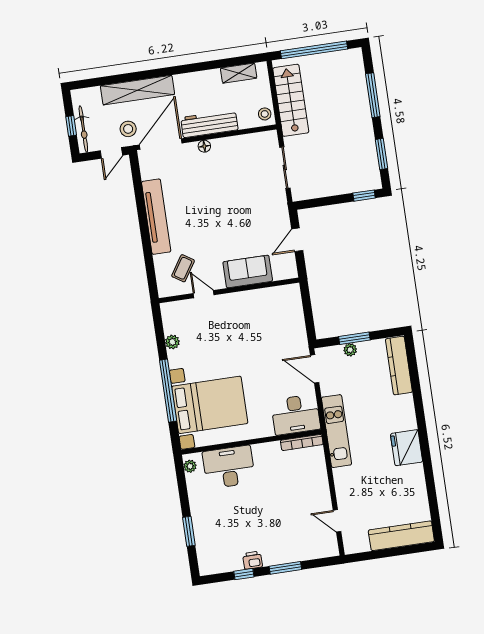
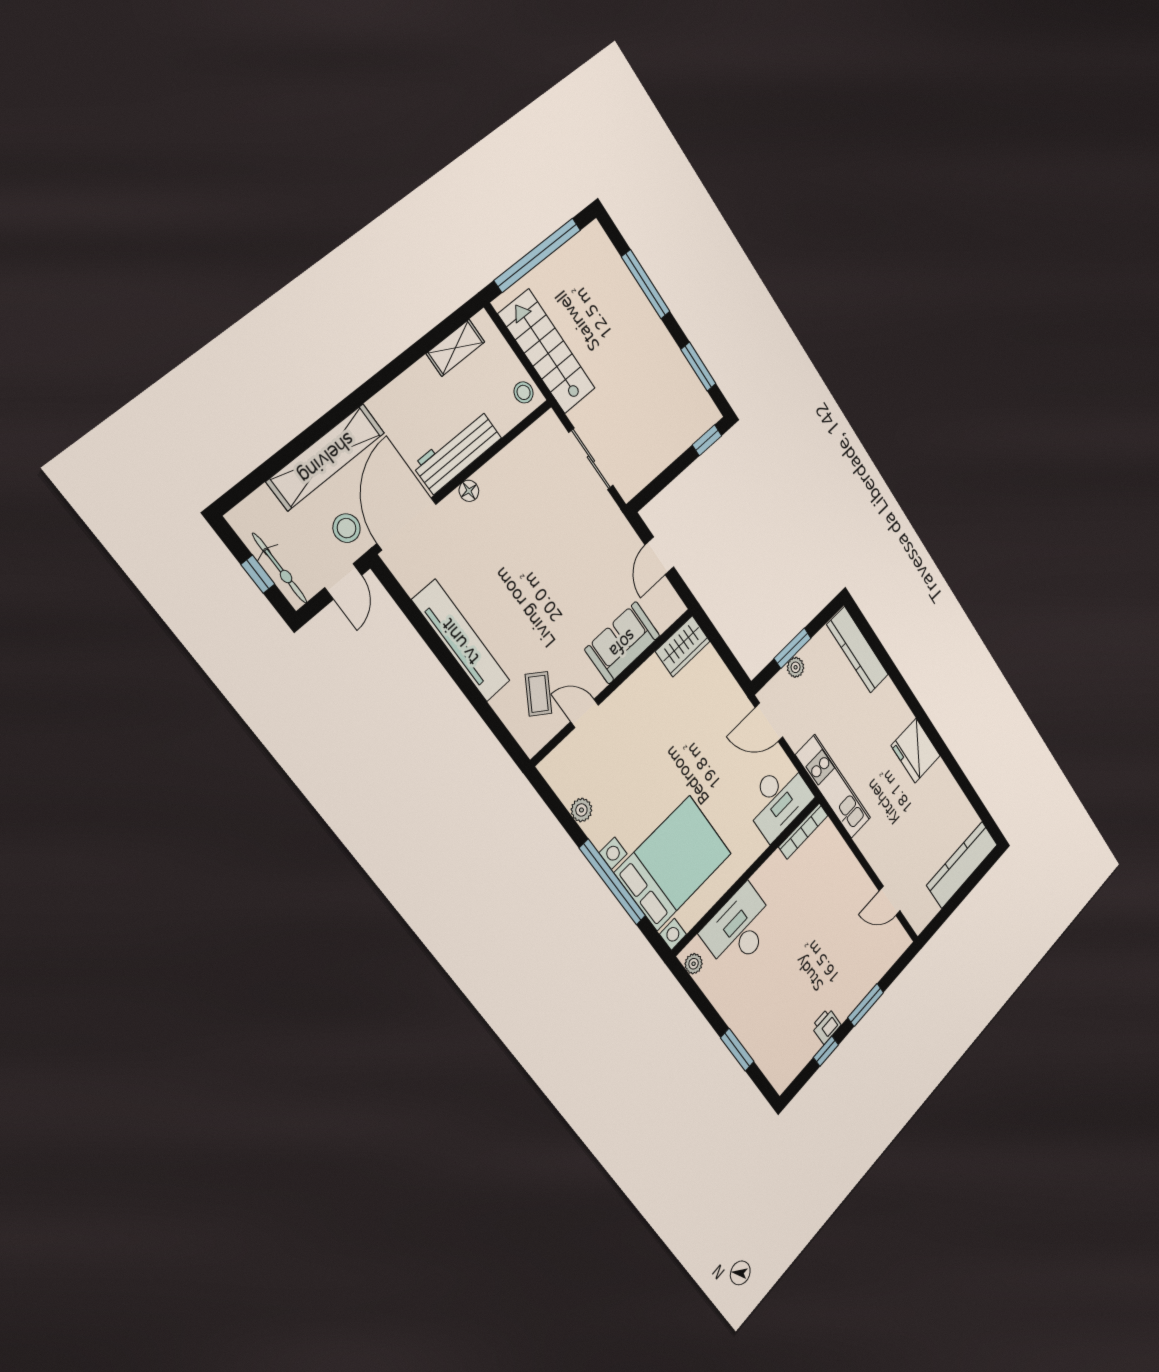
wardrobe: (283, 295) -> (683, 646), added

